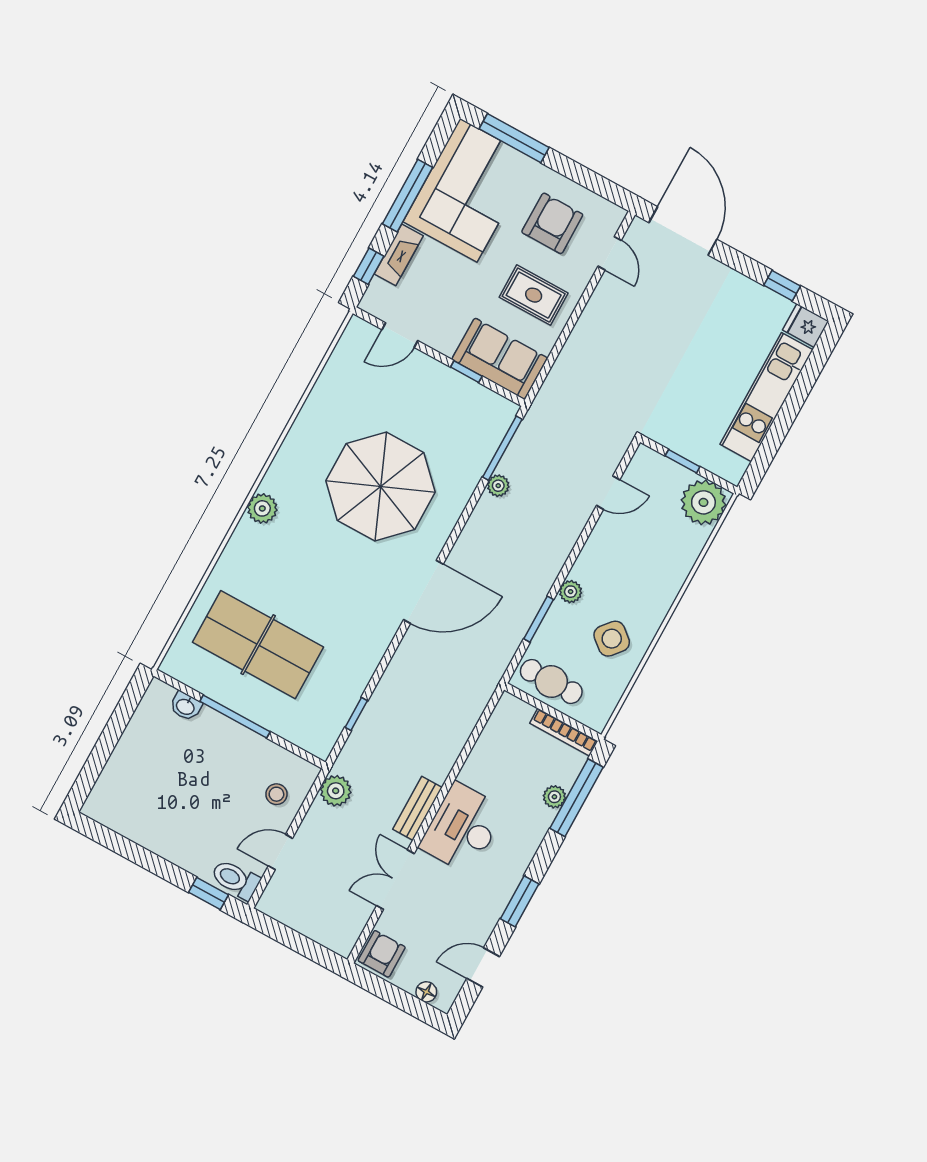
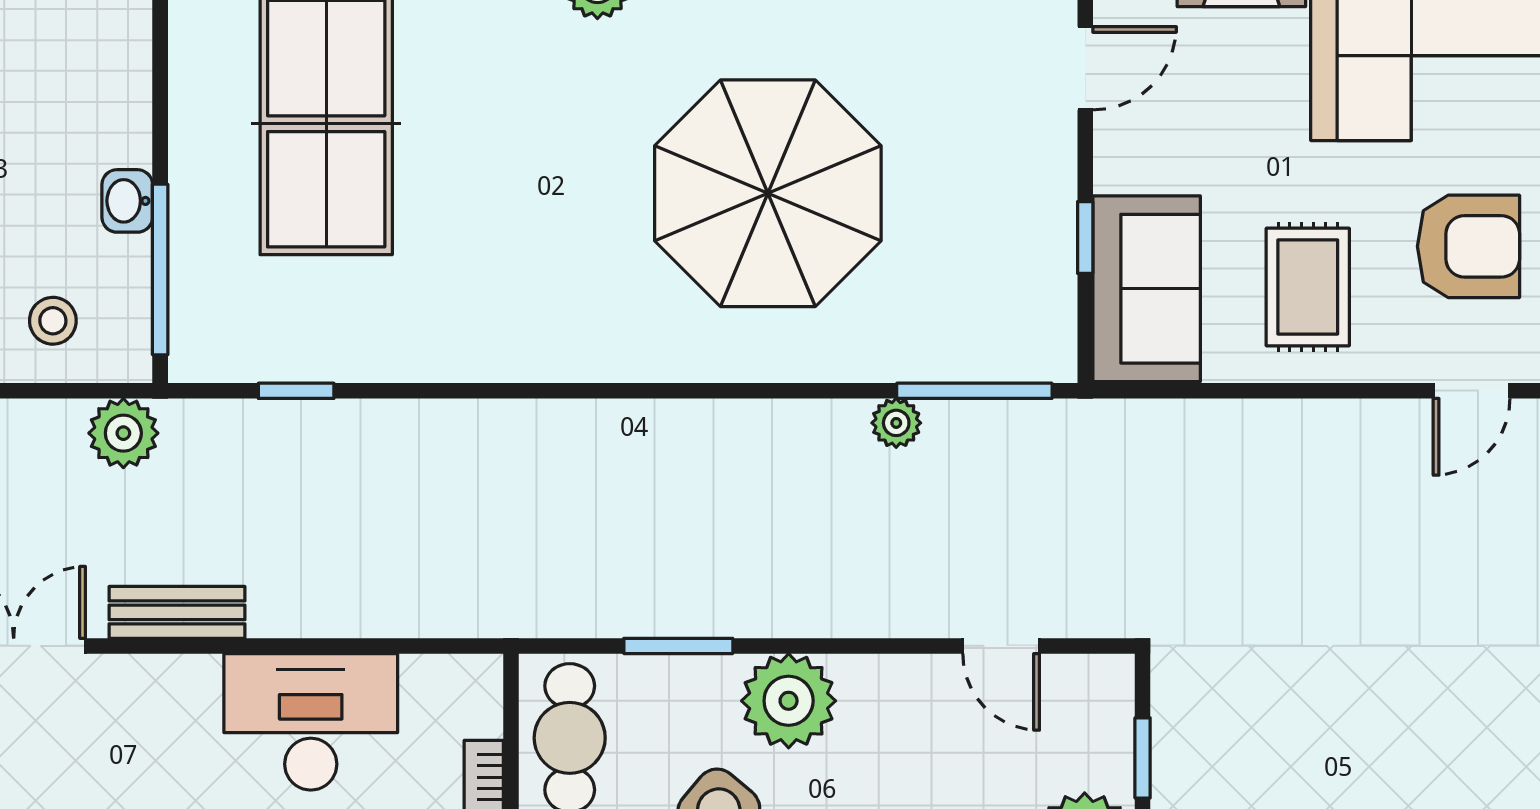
door: (400, 335) -> (1085, 68), swing flipped
door: (423, 592) -> (608, 391), removed
plant: (571, 592) -> (789, 701), width x1.88, depth x1.88
washbasin: (186, 706) -> (127, 201), moved
window: (235, 717) -> (160, 269), moved
desk: (463, 828) -> (311, 722), moved

